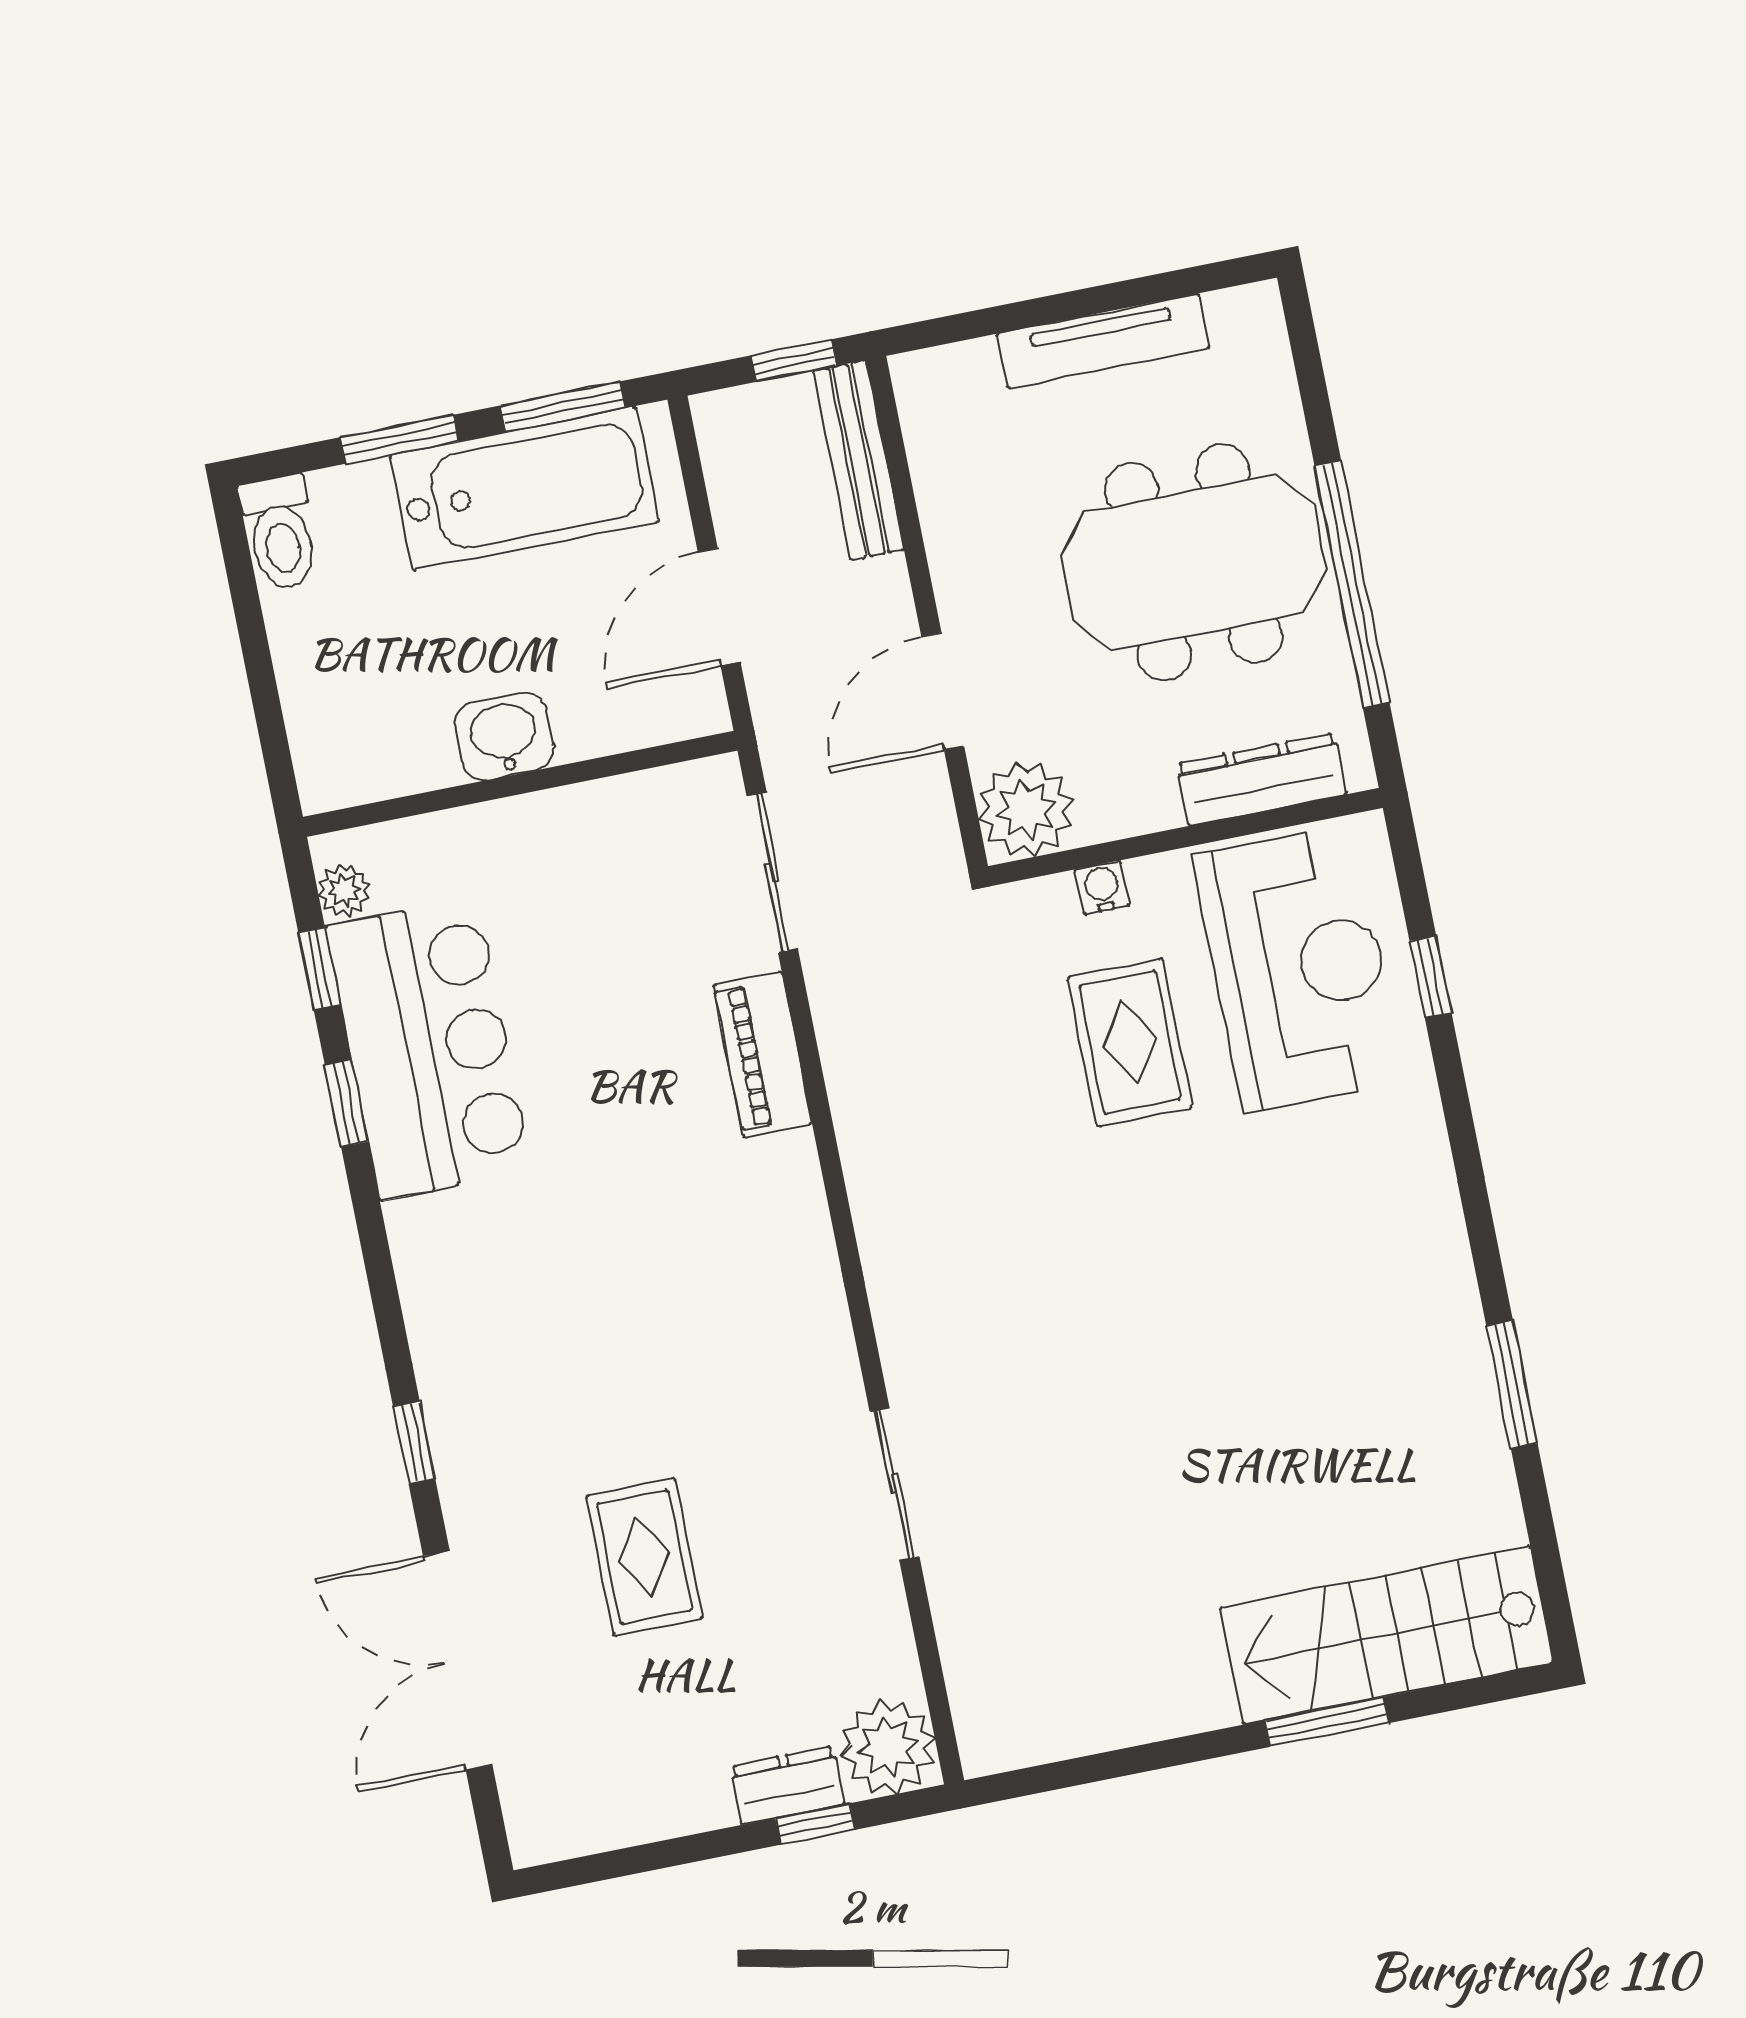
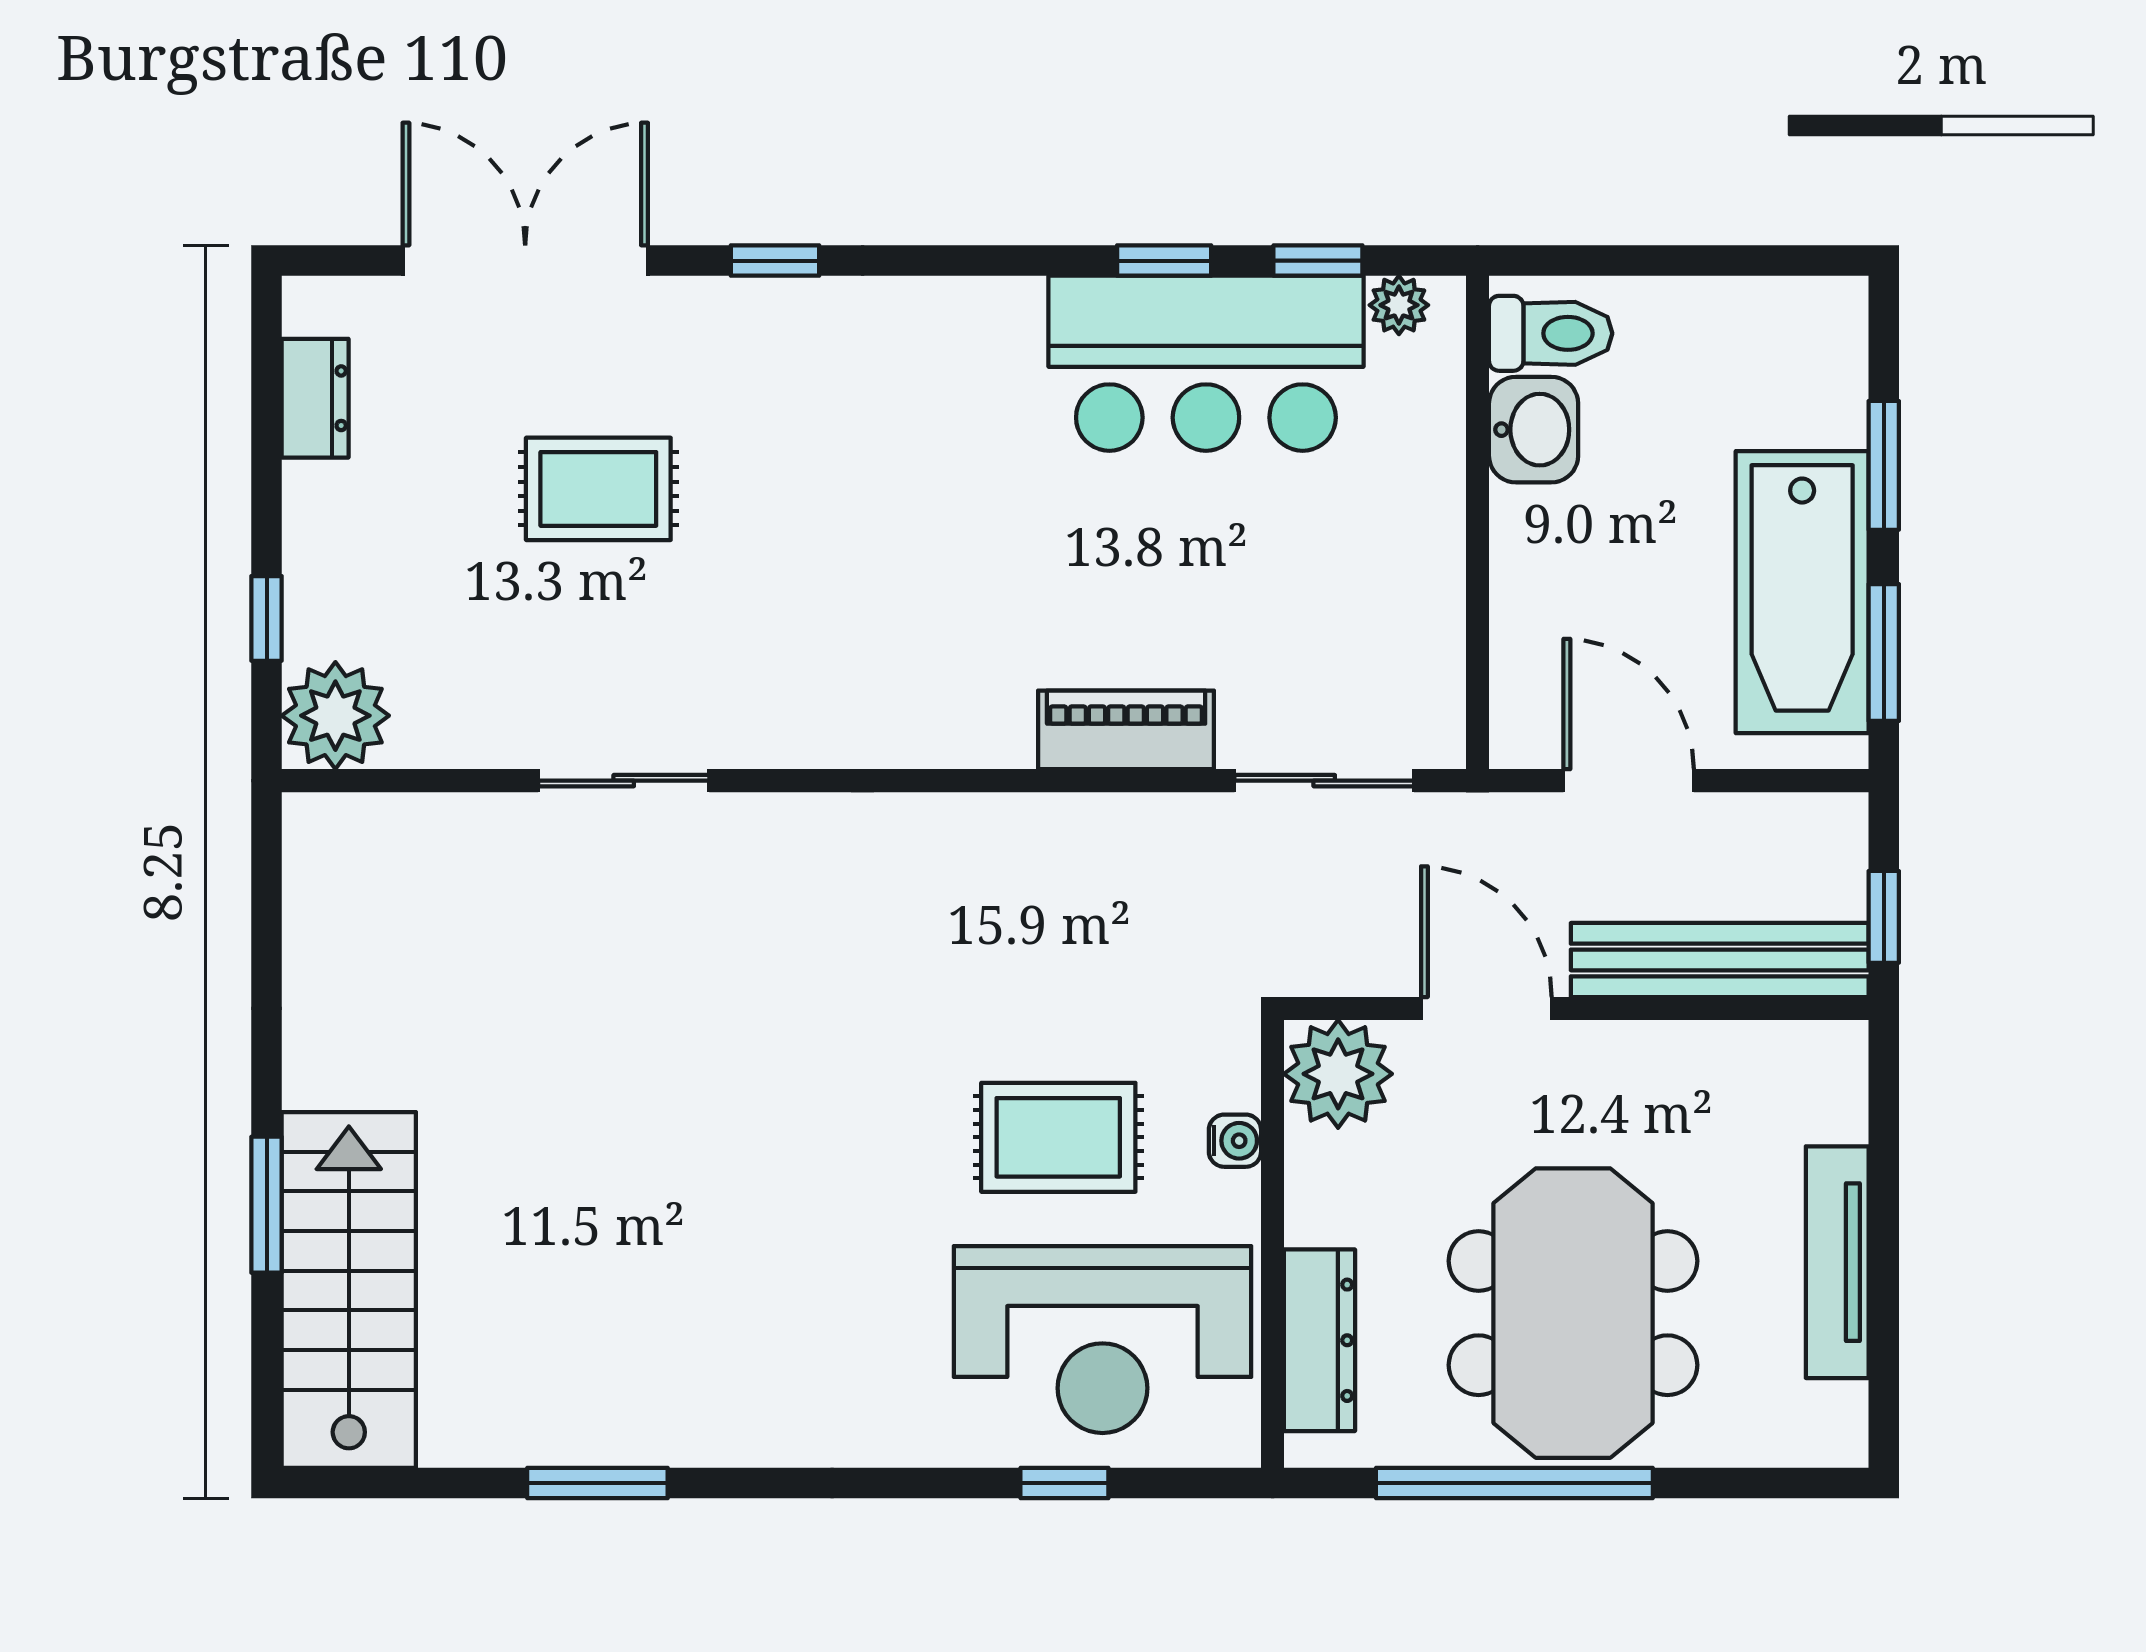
bench: (859, 460) -> (1720, 960), width x1.37, depth x1.21
toilet: (280, 533) -> (1551, 333), moved, turned 180
washbasin: (504, 736) -> (1534, 430), moved
dresser: (788, 1785) -> (315, 398), moved

